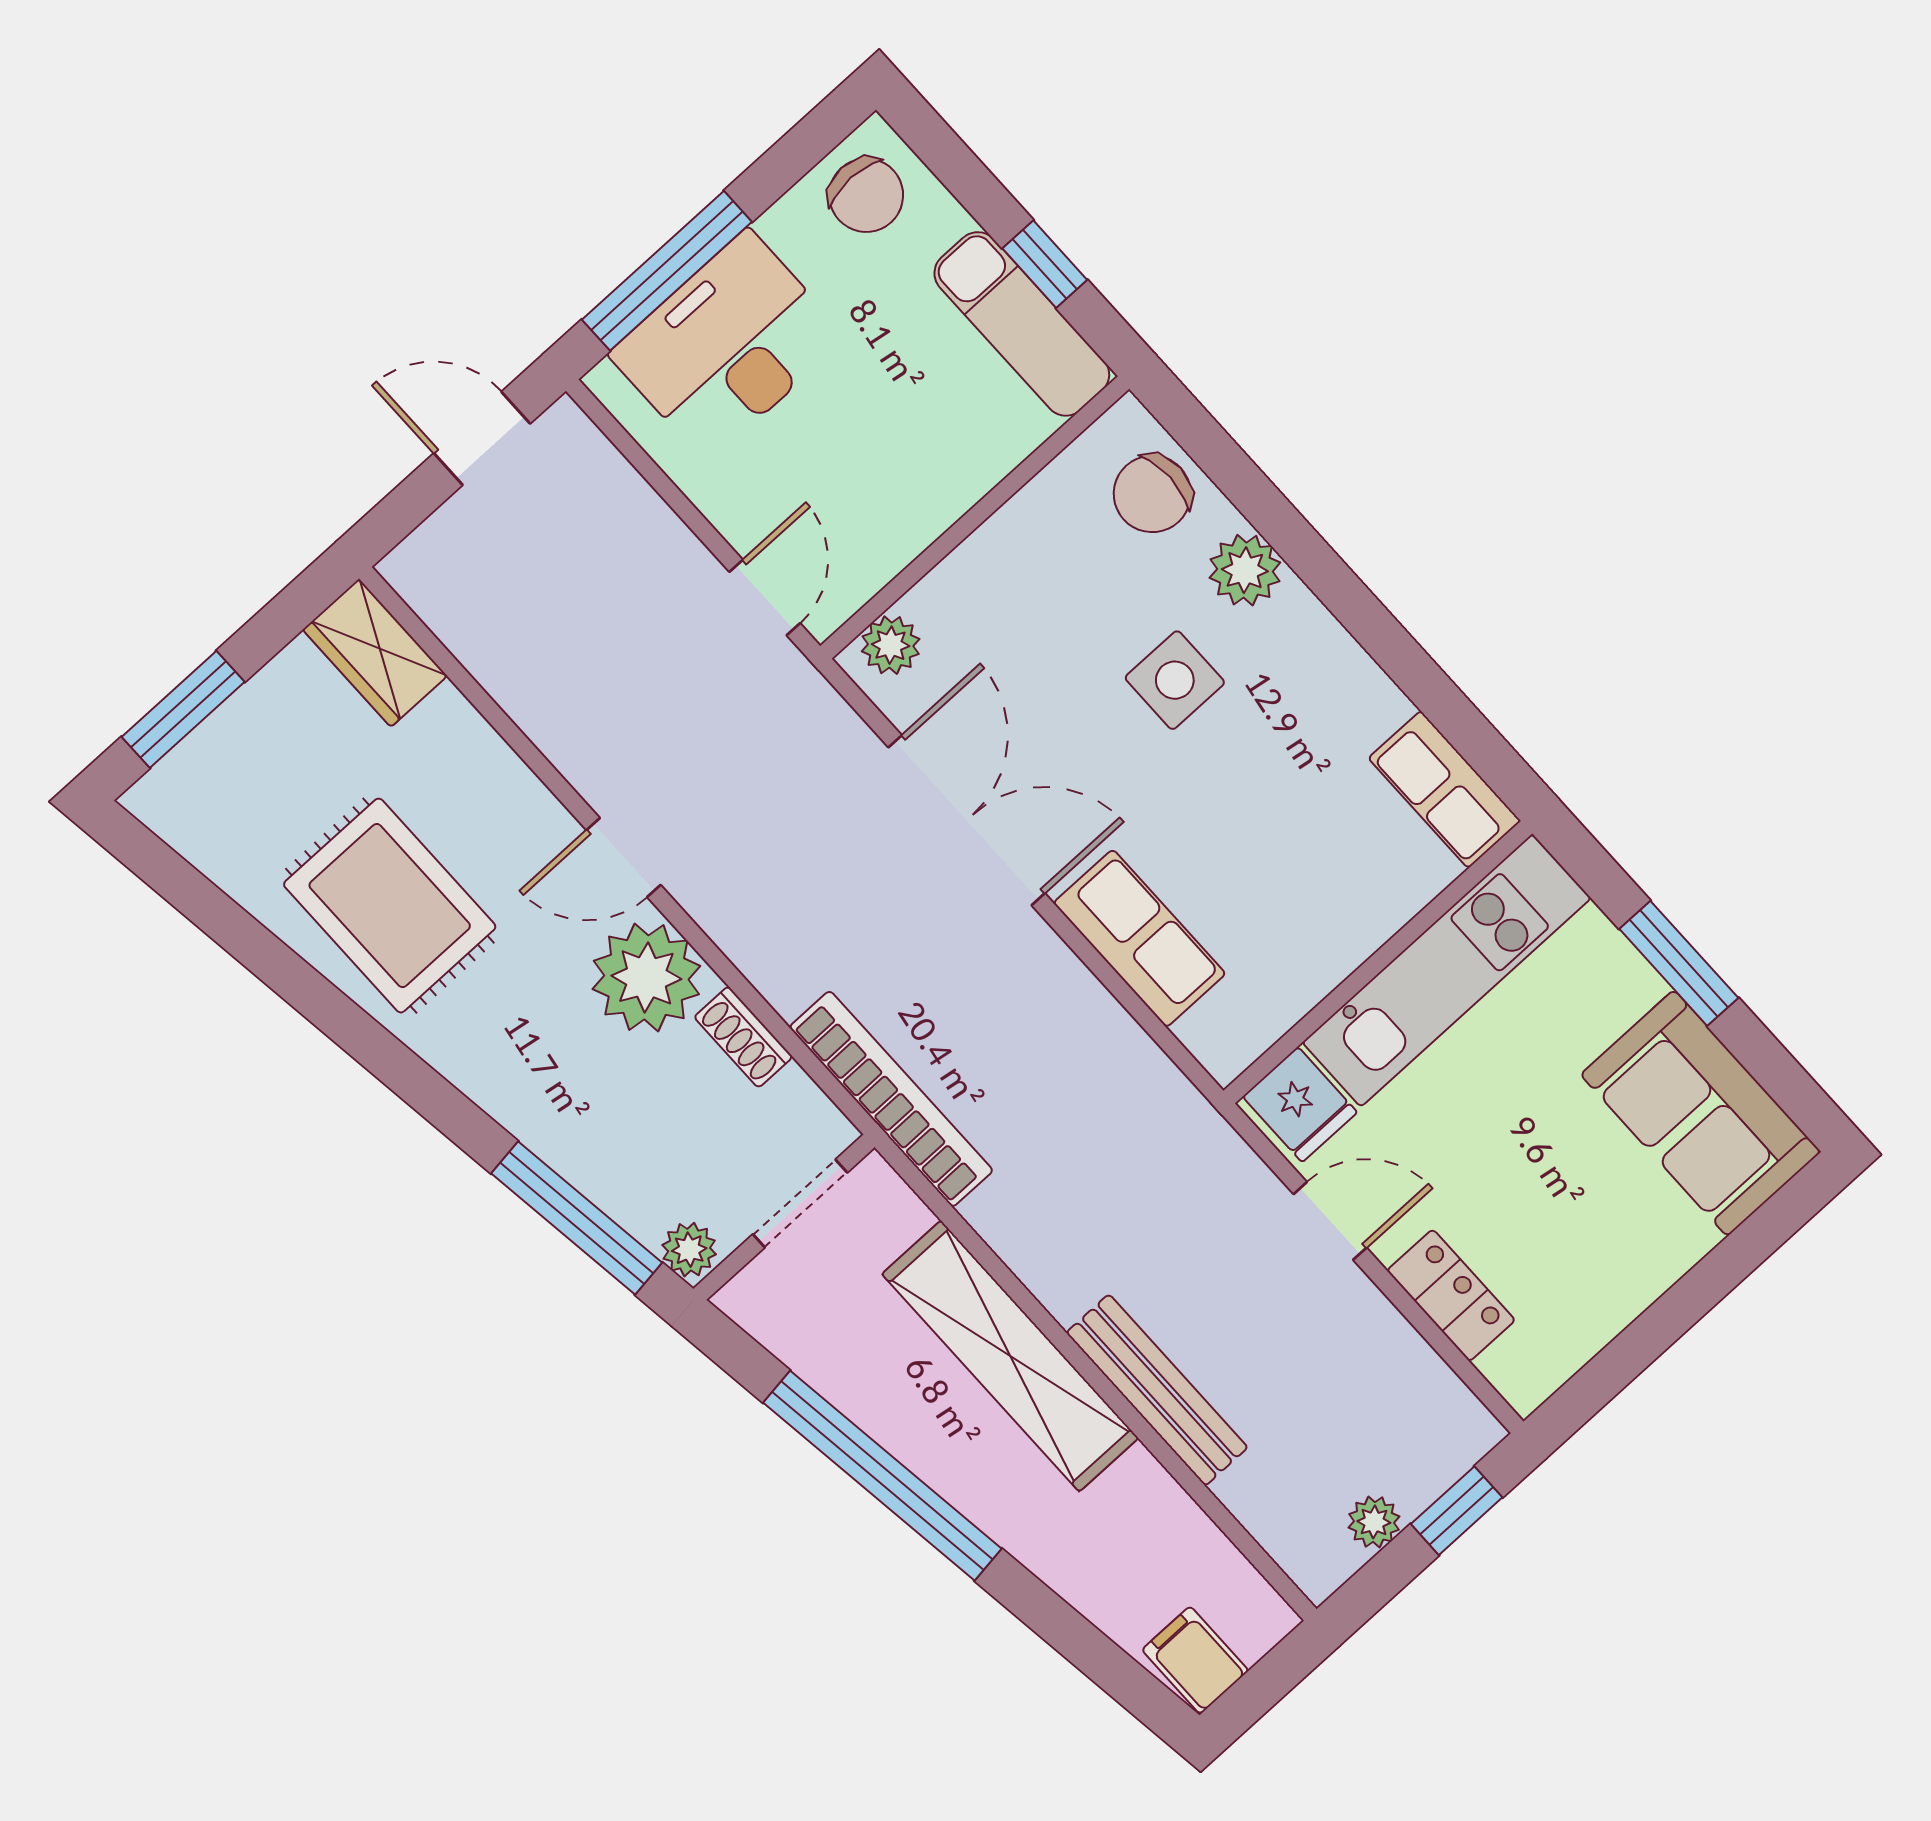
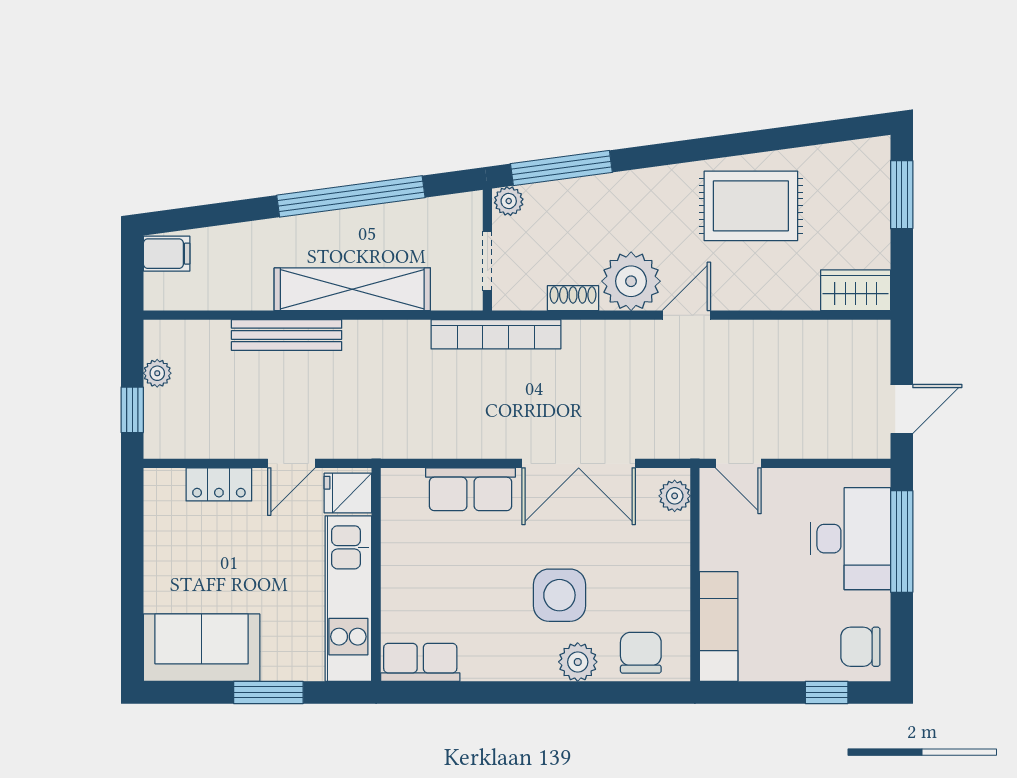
window: (1045, 264) -> (827, 692), moved
exam couch: (1022, 324) -> (719, 626), moved, turned 90
side table: (1175, 680) -> (559, 595), width x1.37, depth x1.37

